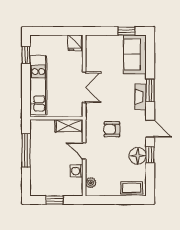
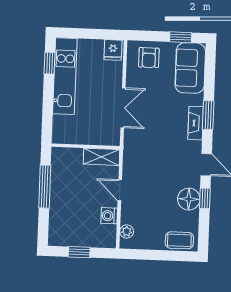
kitchen unit: (38, 85) -> (65, 76), moved
armchair: (112, 129) -> (149, 58), moved, turned -90

